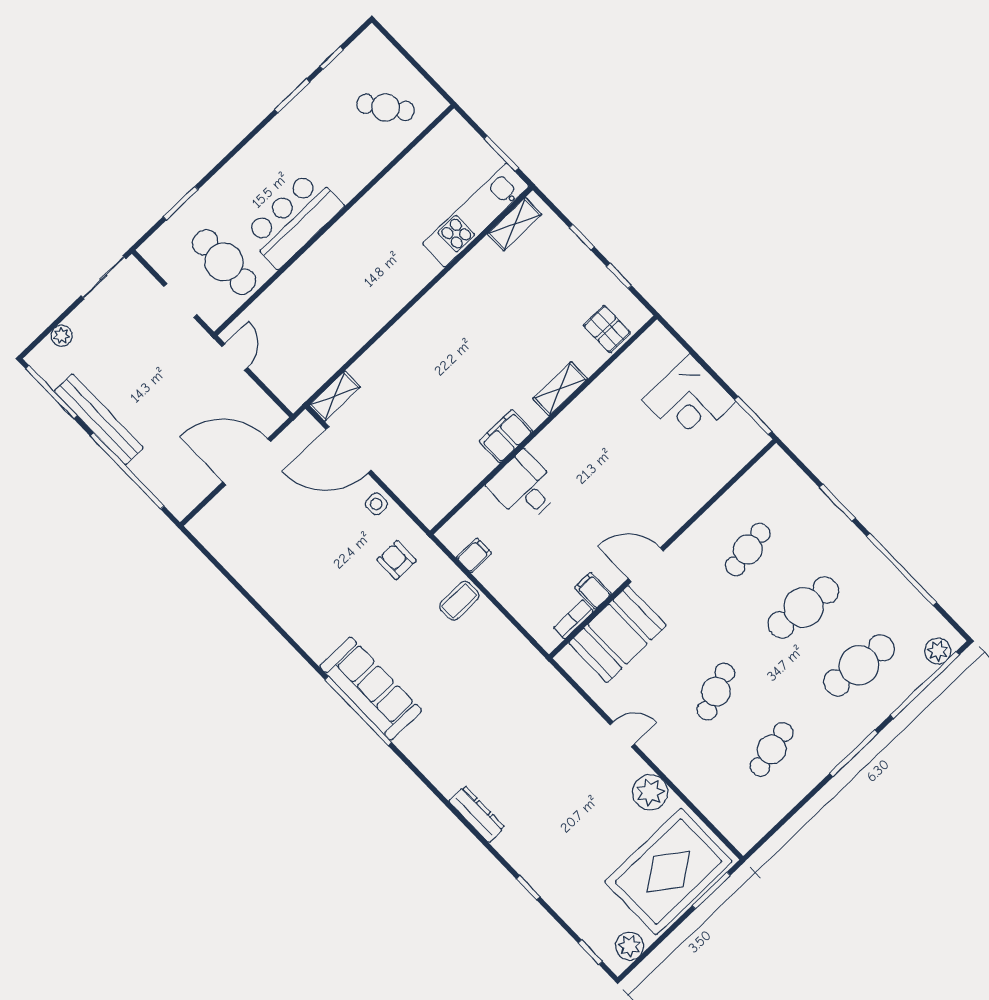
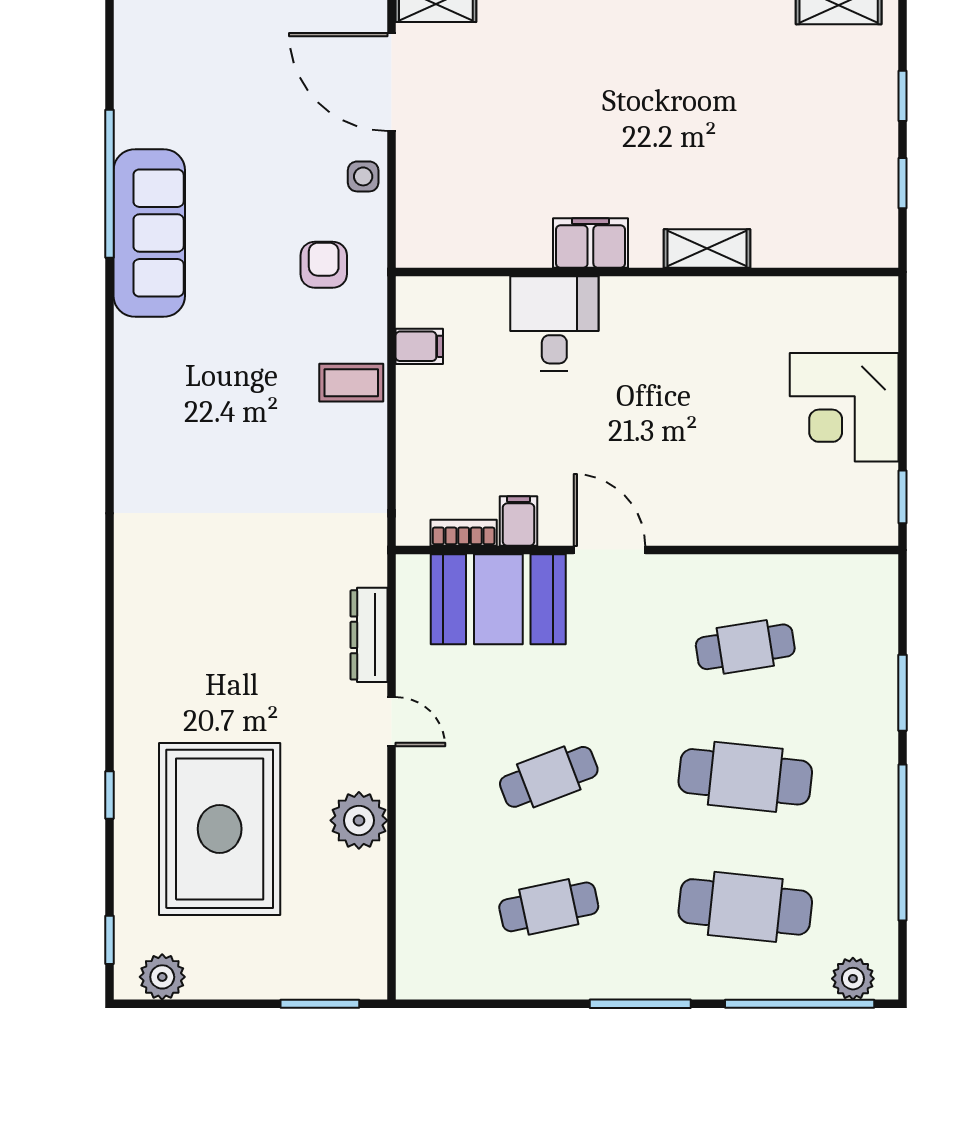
pallet: (607, 329) -> (829, 232), removed
window: (753, 416) -> (902, 497), width x0.67
sofa: (371, 688) -> (149, 233), moved
window: (358, 711) -> (110, 184), moved
dresser: (477, 814) -> (369, 635), moved, turned 180
rug: (668, 872) -> (220, 829), moved, turned 90

